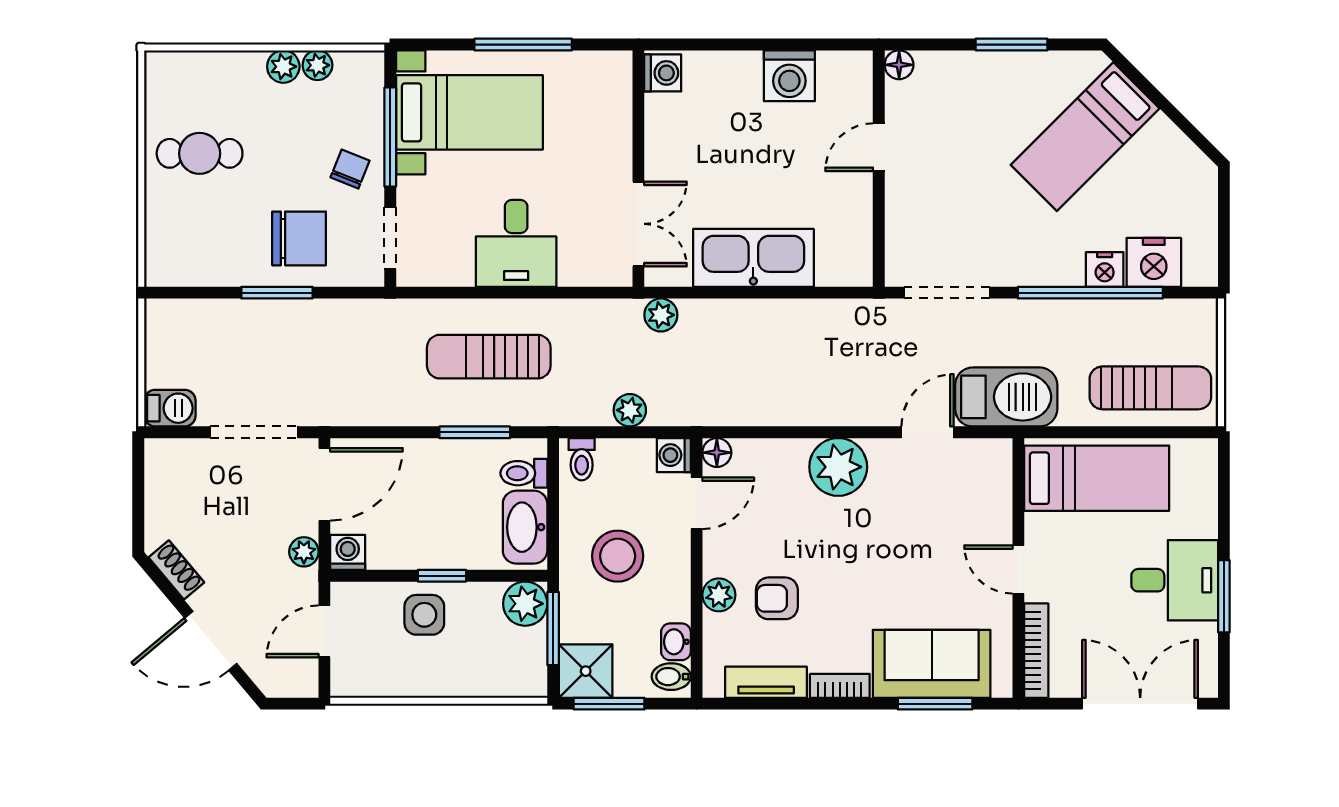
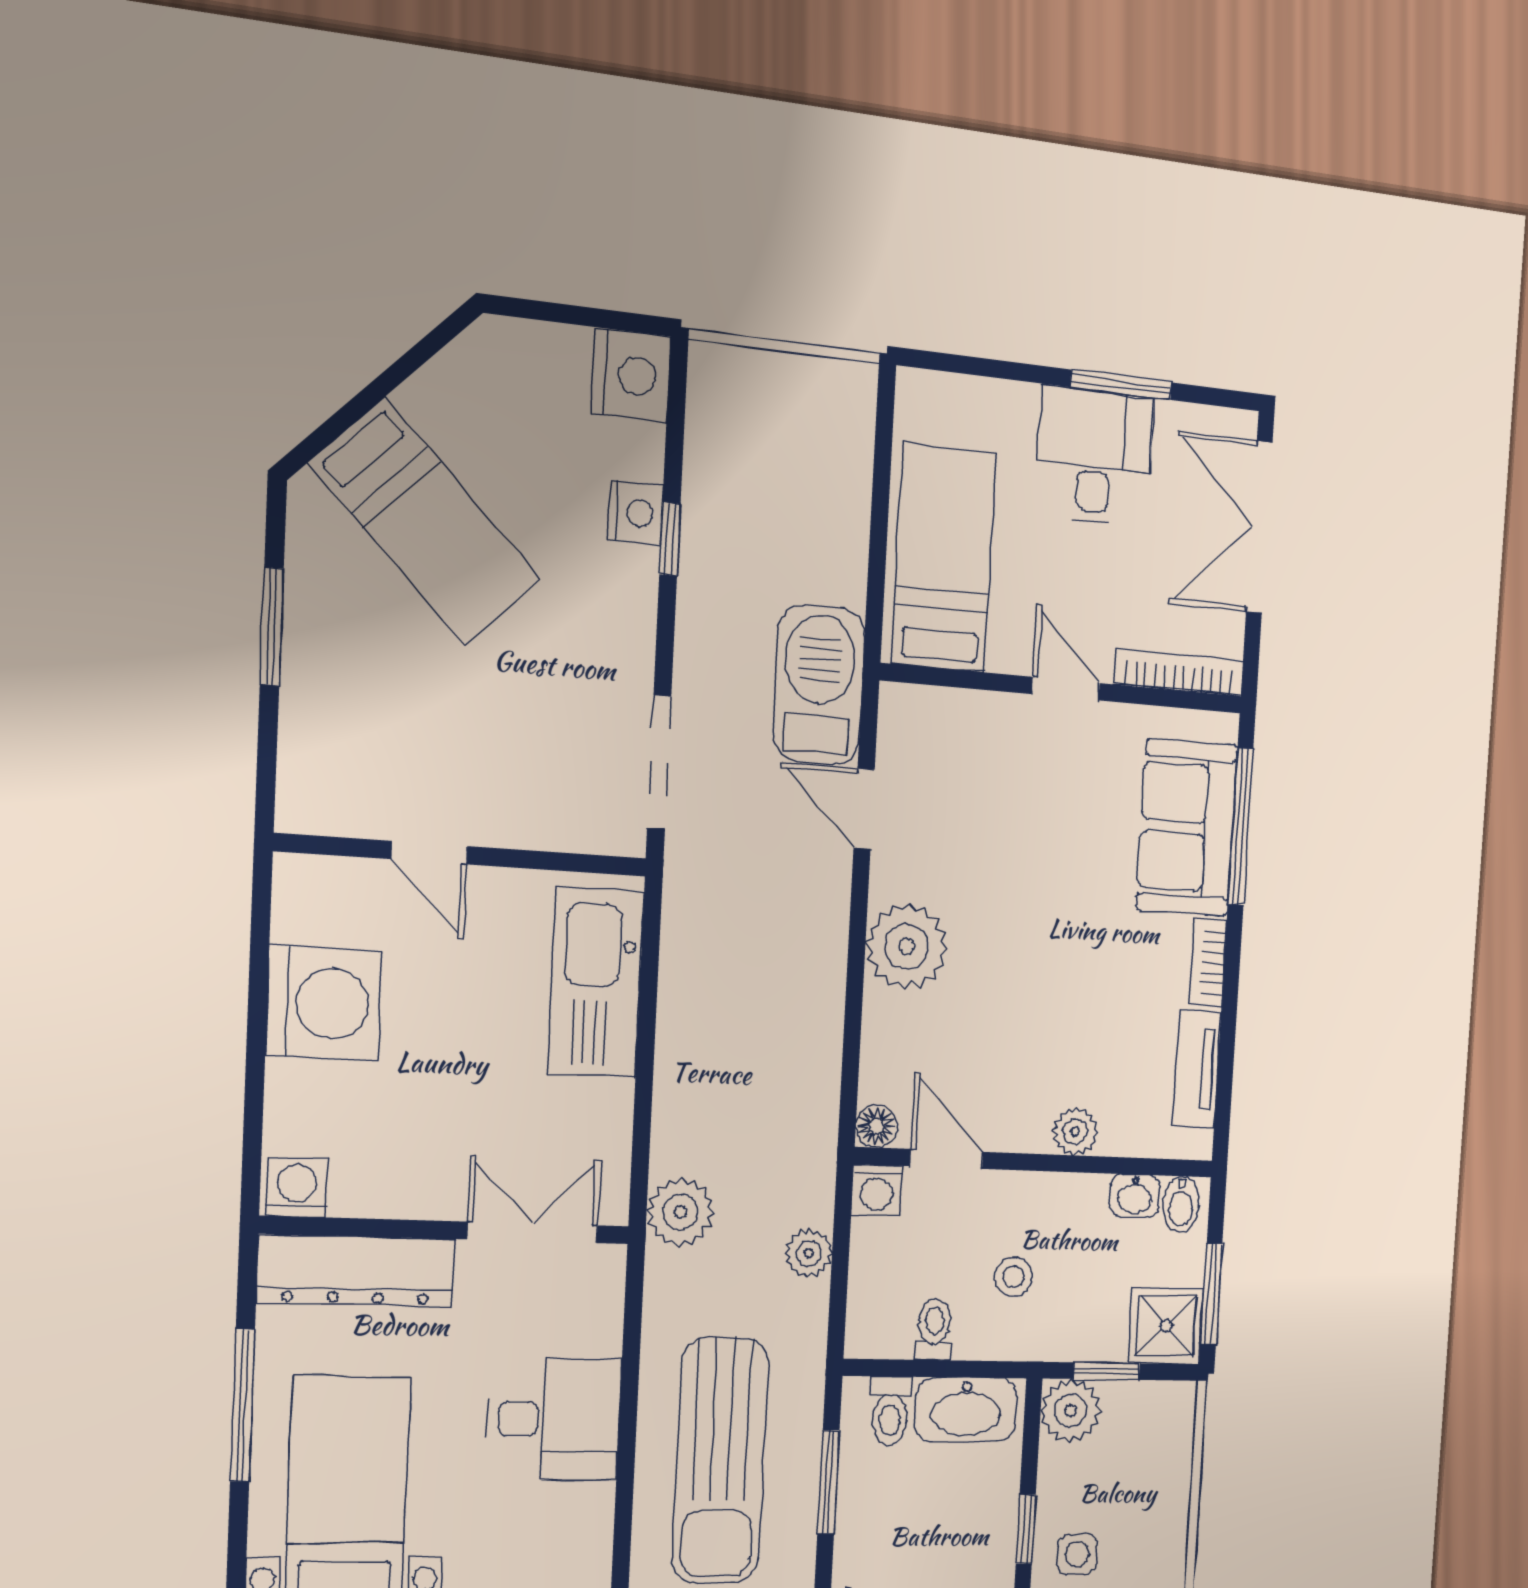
floor lamp: (899, 65) -> (298, 811), removed
washing machine: (789, 76) -> (324, 1003), width x1.37, depth x1.37
dresser: (611, 112) -> (356, 1271), added
kitchen sink: (753, 258) -> (596, 982), moved
nightstand: (1154, 262) -> (631, 375), moved
window: (1090, 293) -> (670, 539), width x0.32
plant: (661, 315) -> (680, 1212), width x1.38, depth x1.38
sun lounger: (489, 357) -> (720, 1461), width x1.36, depth x1.34
sun lounger: (1150, 388) -> (817, 461), removed
toilet: (582, 459) -> (934, 1329), moved, turned -90
stool: (618, 556) -> (1013, 1276), width x0.53, depth x0.53
door: (1018, 569) -> (1066, 689), swing flipped
armchair: (777, 598) -> (1085, 1047), removed
side table: (424, 615) -> (1077, 1554), width x0.73, depth x0.73
window: (553, 628) -> (1106, 1371), width x0.67
window: (935, 704) -> (1241, 827), width x1.44

